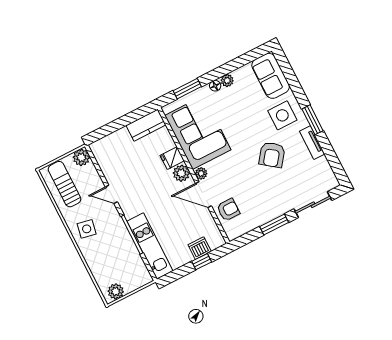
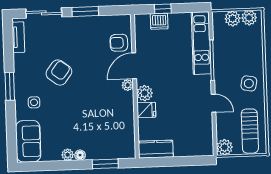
side table: (282, 115) -> (34, 102), width x0.54, depth x0.54
corner sofa: (198, 133) -> (114, 122), removed
tv unit: (312, 143) -> (18, 37), moved
door: (203, 195) -> (134, 66), swing flipped
plant: (131, 283) -> (233, 19), added

